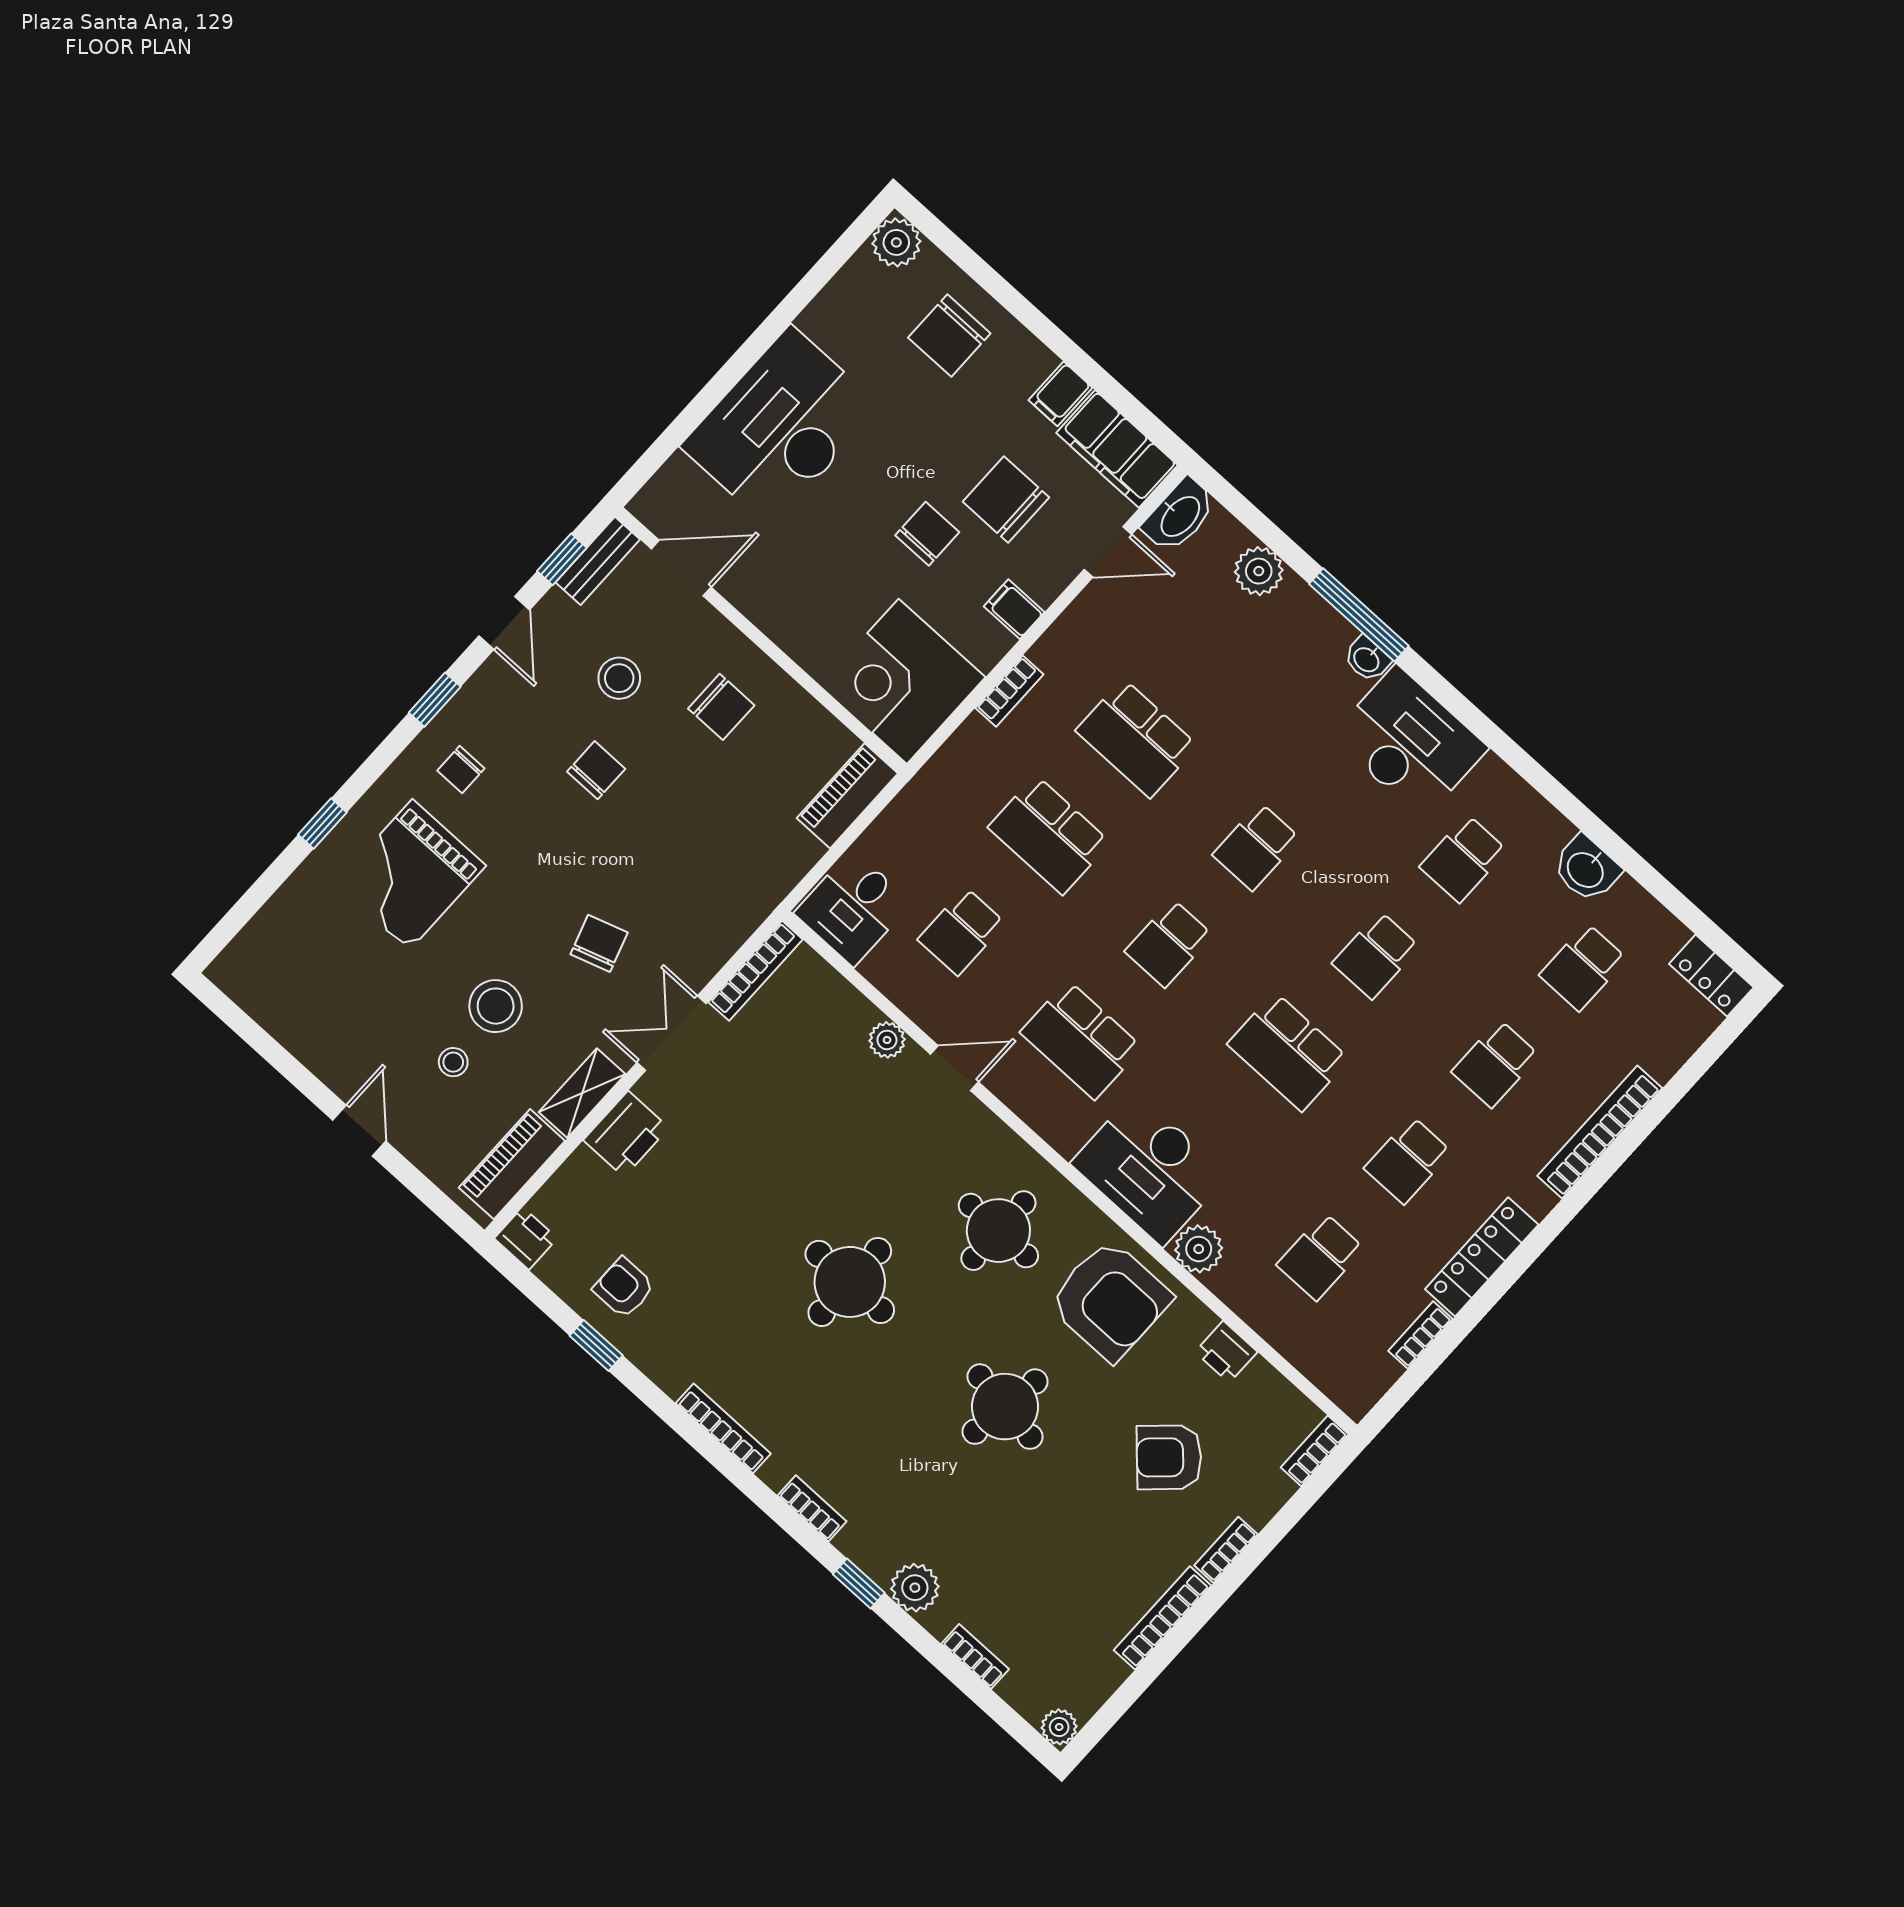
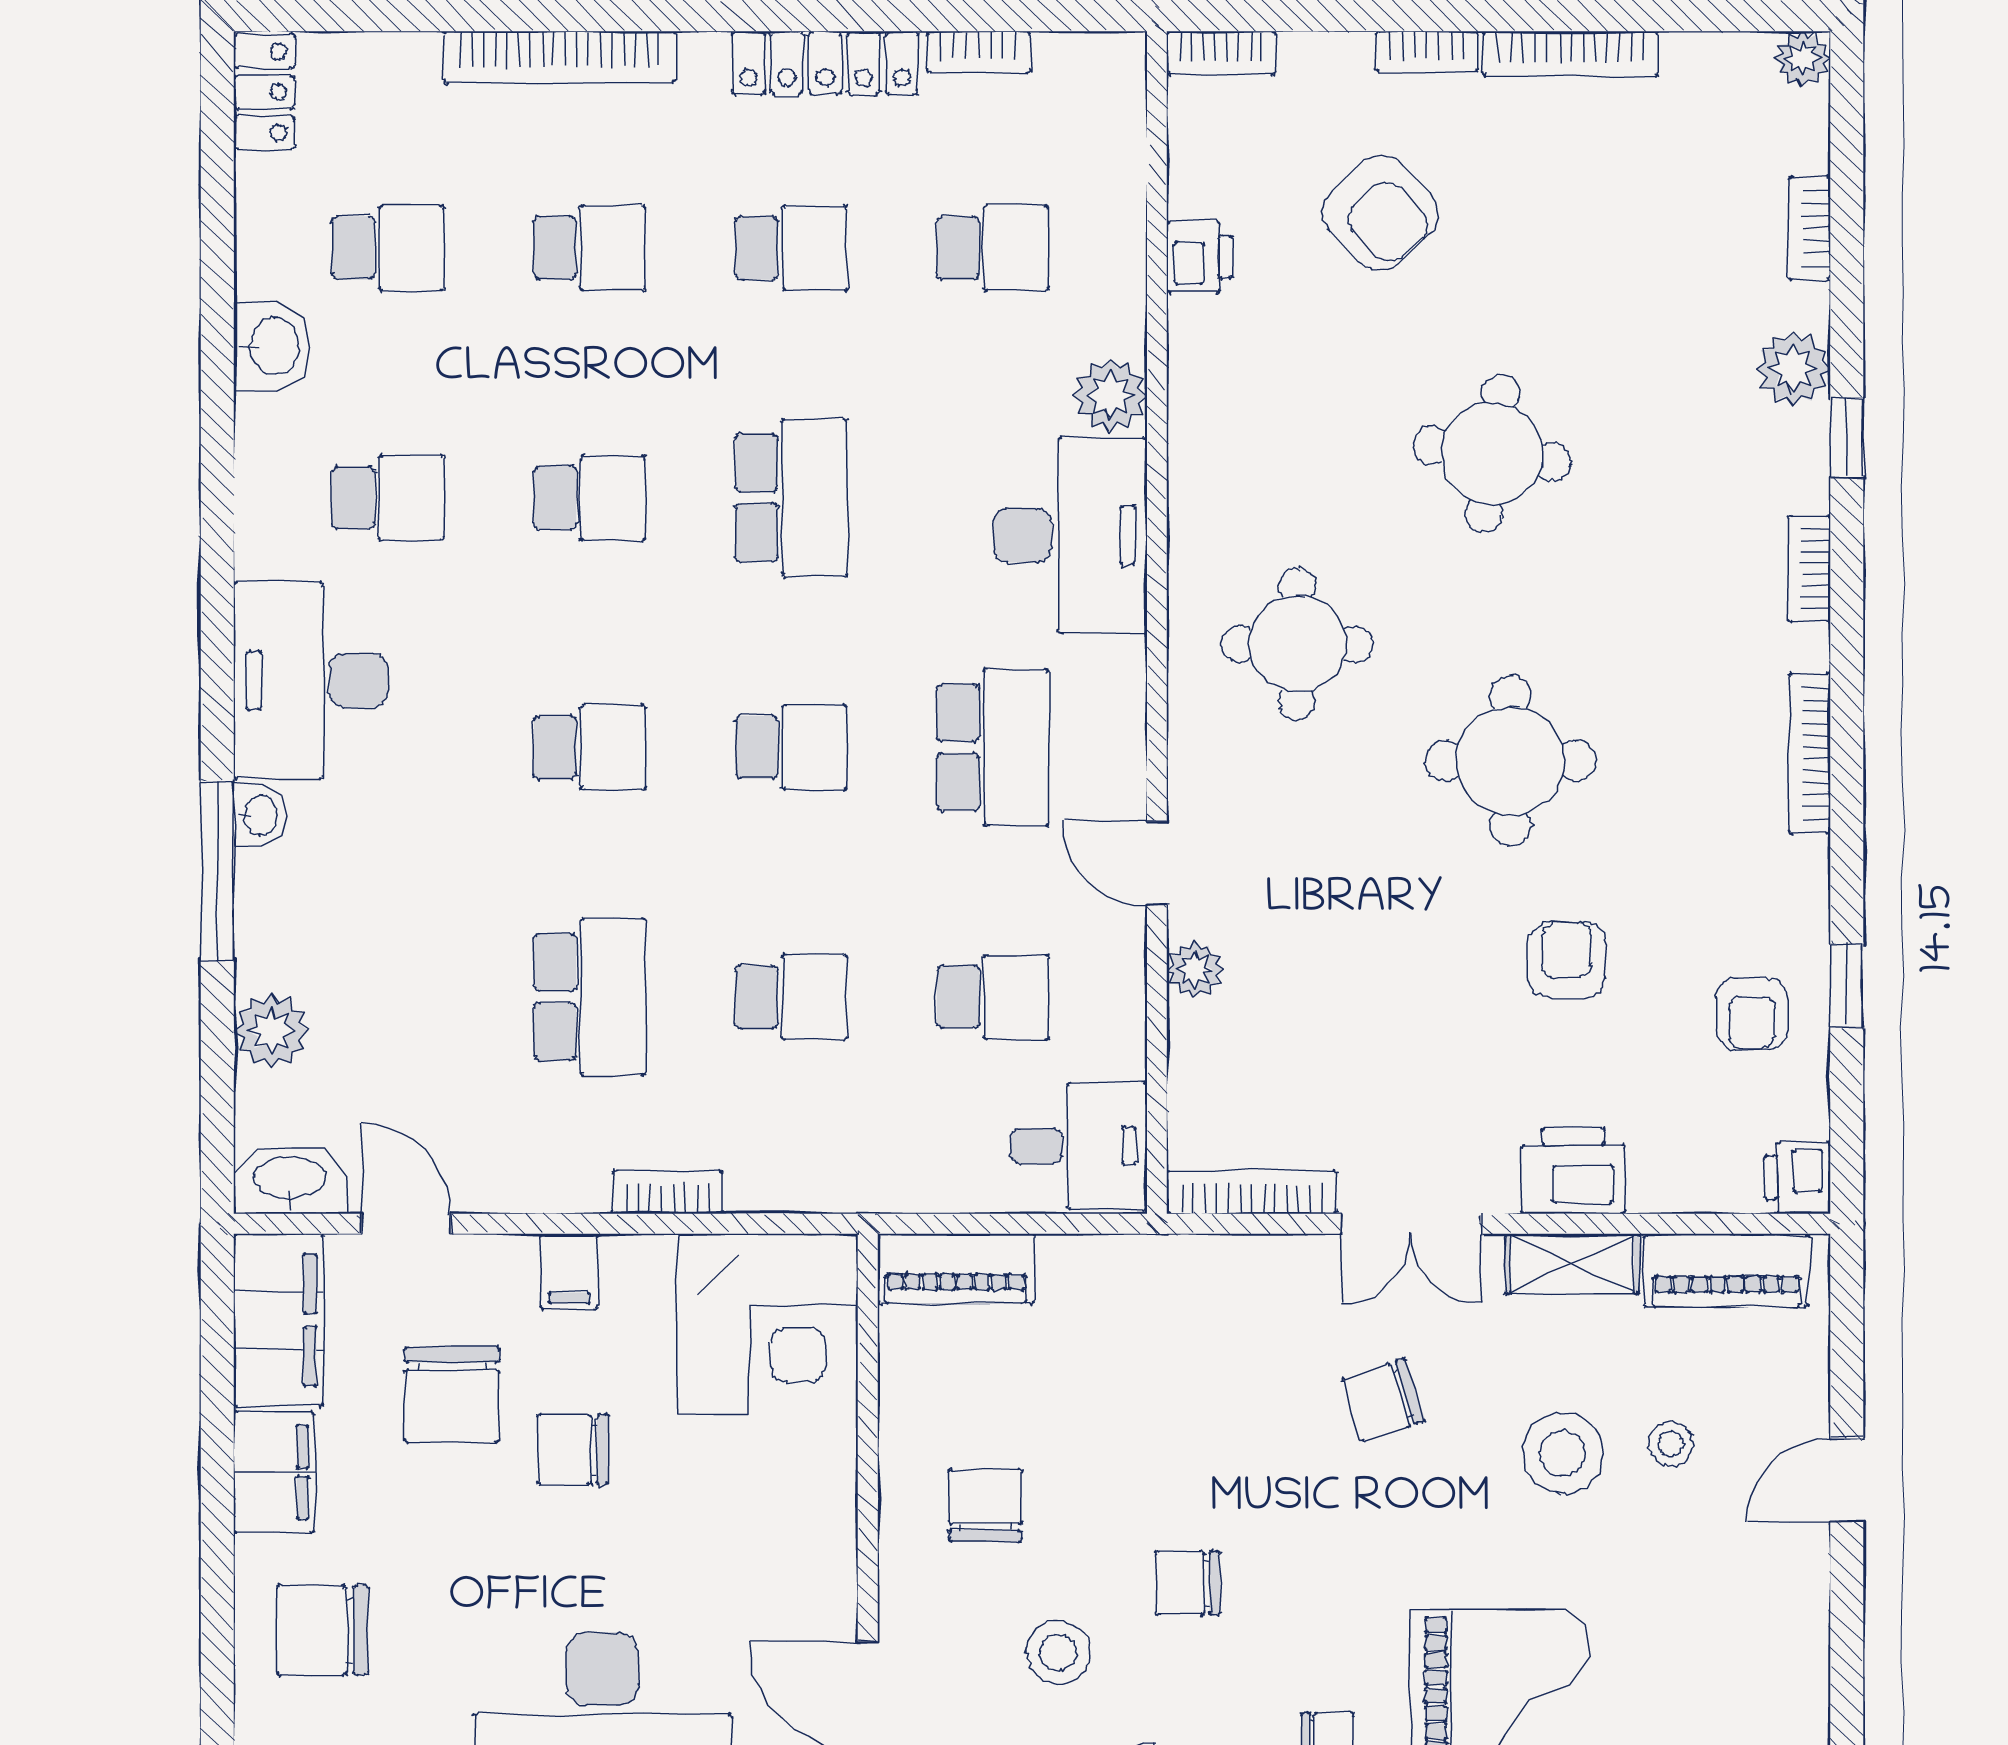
chair: (949, 336) -> (323, 1630), turned 180
filing cabinet: (1060, 394) -> (274, 1472), width x2.00
school desk: (1049, 835) -> (791, 997), width x0.54
armchair: (1110, 1300) -> (1567, 960), moved, width x0.53, depth x0.53

